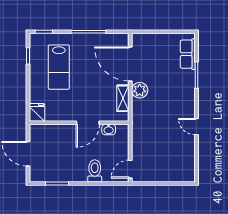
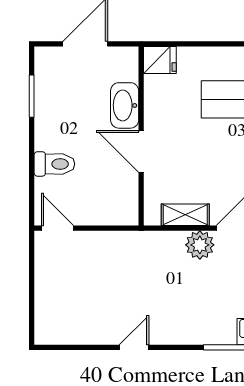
washbasin: (109, 130) -> (125, 105), moved, width x1.91, depth x1.45

